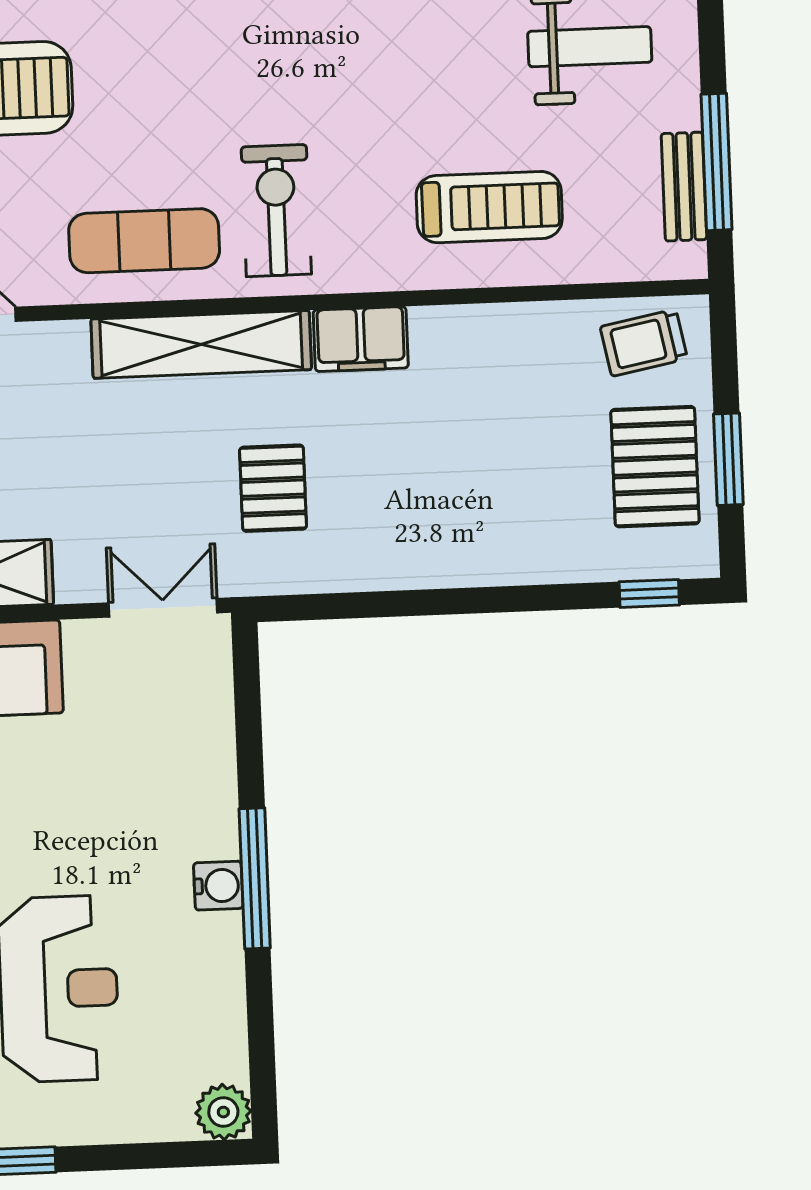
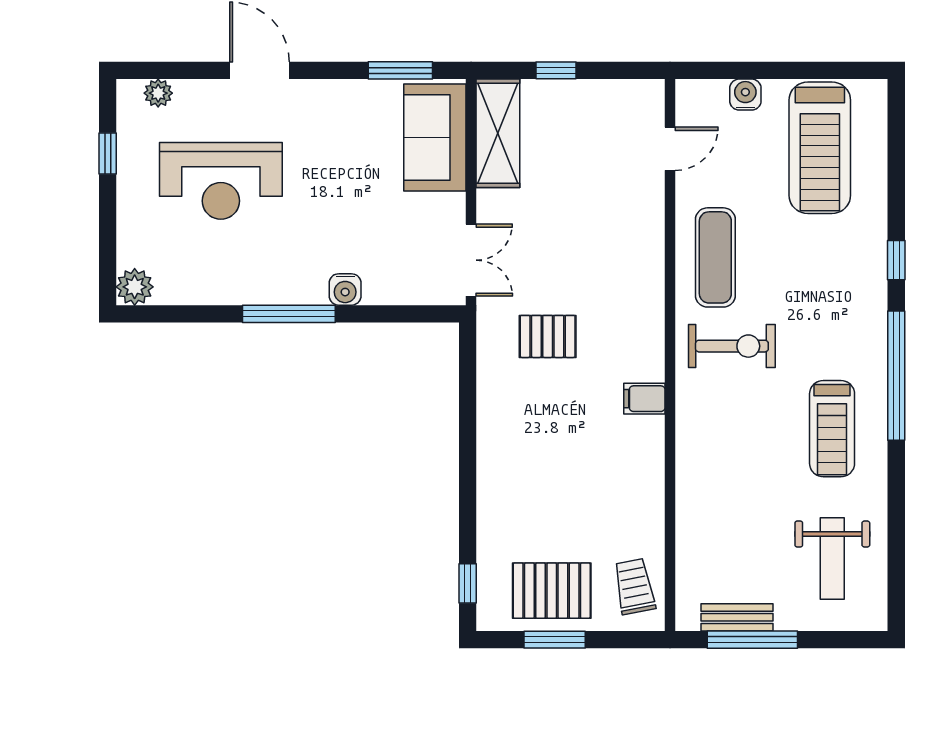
treadmill: (489, 207) -> (832, 429), moved
filing cabinet: (361, 339) -> (644, 399), width x0.50
shelving: (201, 344) -> (645, 293), removed
water cooler: (218, 886) -> (345, 289), moved

